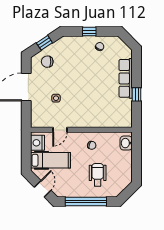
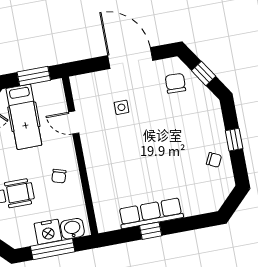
row of seats: (126, 78) -> (151, 213), moved
nightstand: (38, 143) -> (48, 232), moved, turned 180
window: (26, 149) -> (34, 76), added
window: (137, 158) -> (53, 249), added

